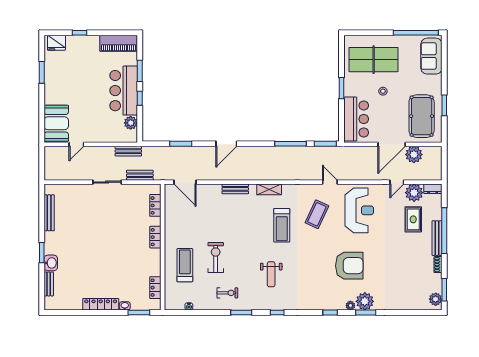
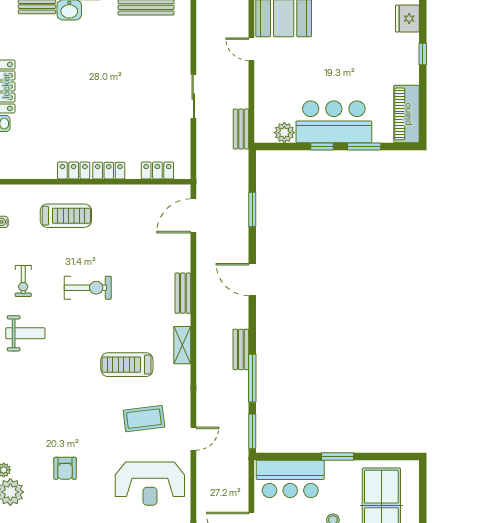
bench: (140, 175) -> (241, 349), moved
coffee table: (317, 214) -> (144, 419), turned -32
exercise bike: (216, 258) -> (88, 288), moved
armchair: (349, 266) -> (65, 468), width x0.53, depth x0.53
weight bench: (271, 274) -> (25, 333), moved, turned 180
locker: (155, 288) -> (74, 171), moved

